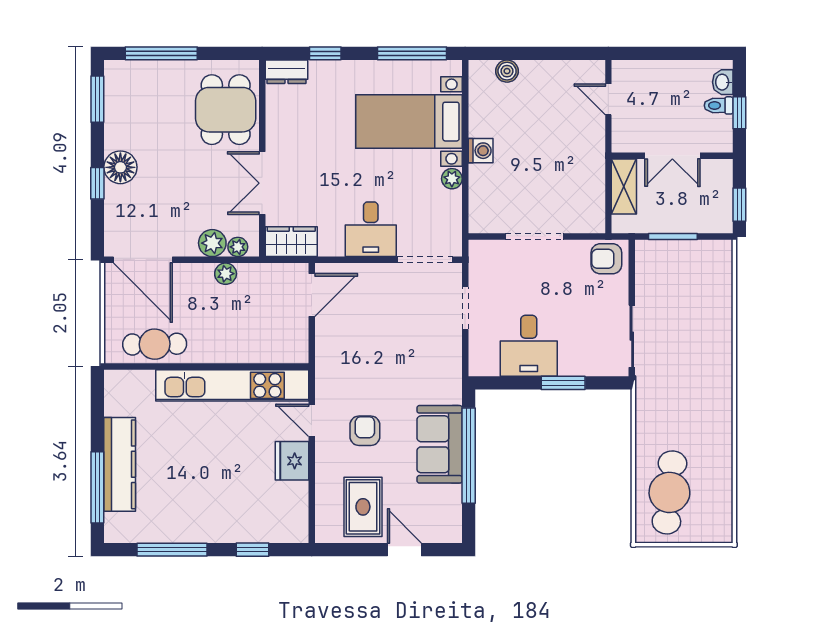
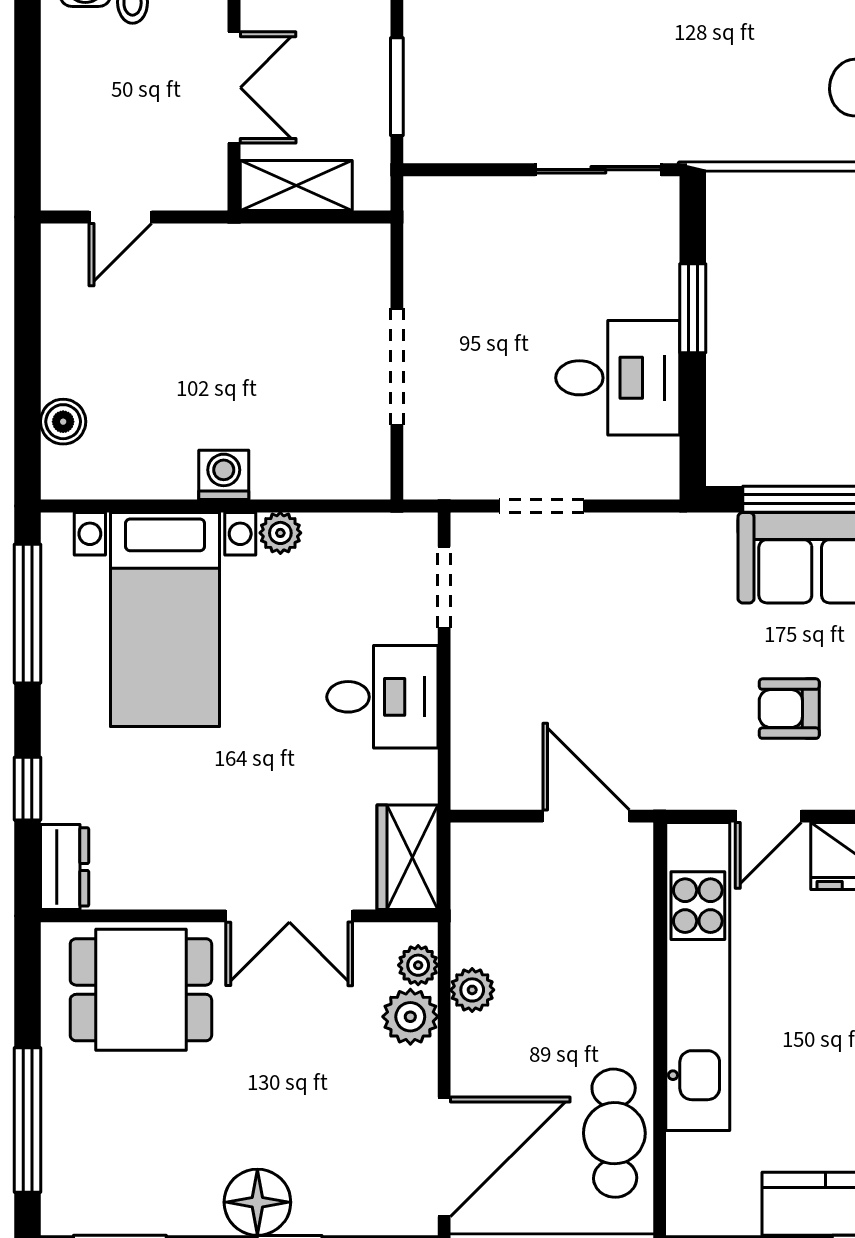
armchair: (606, 259) -> (442, 221), removed
doorway: (425, 260) -> (444, 587), width x0.73
door: (312, 295) -> (586, 816), moved

